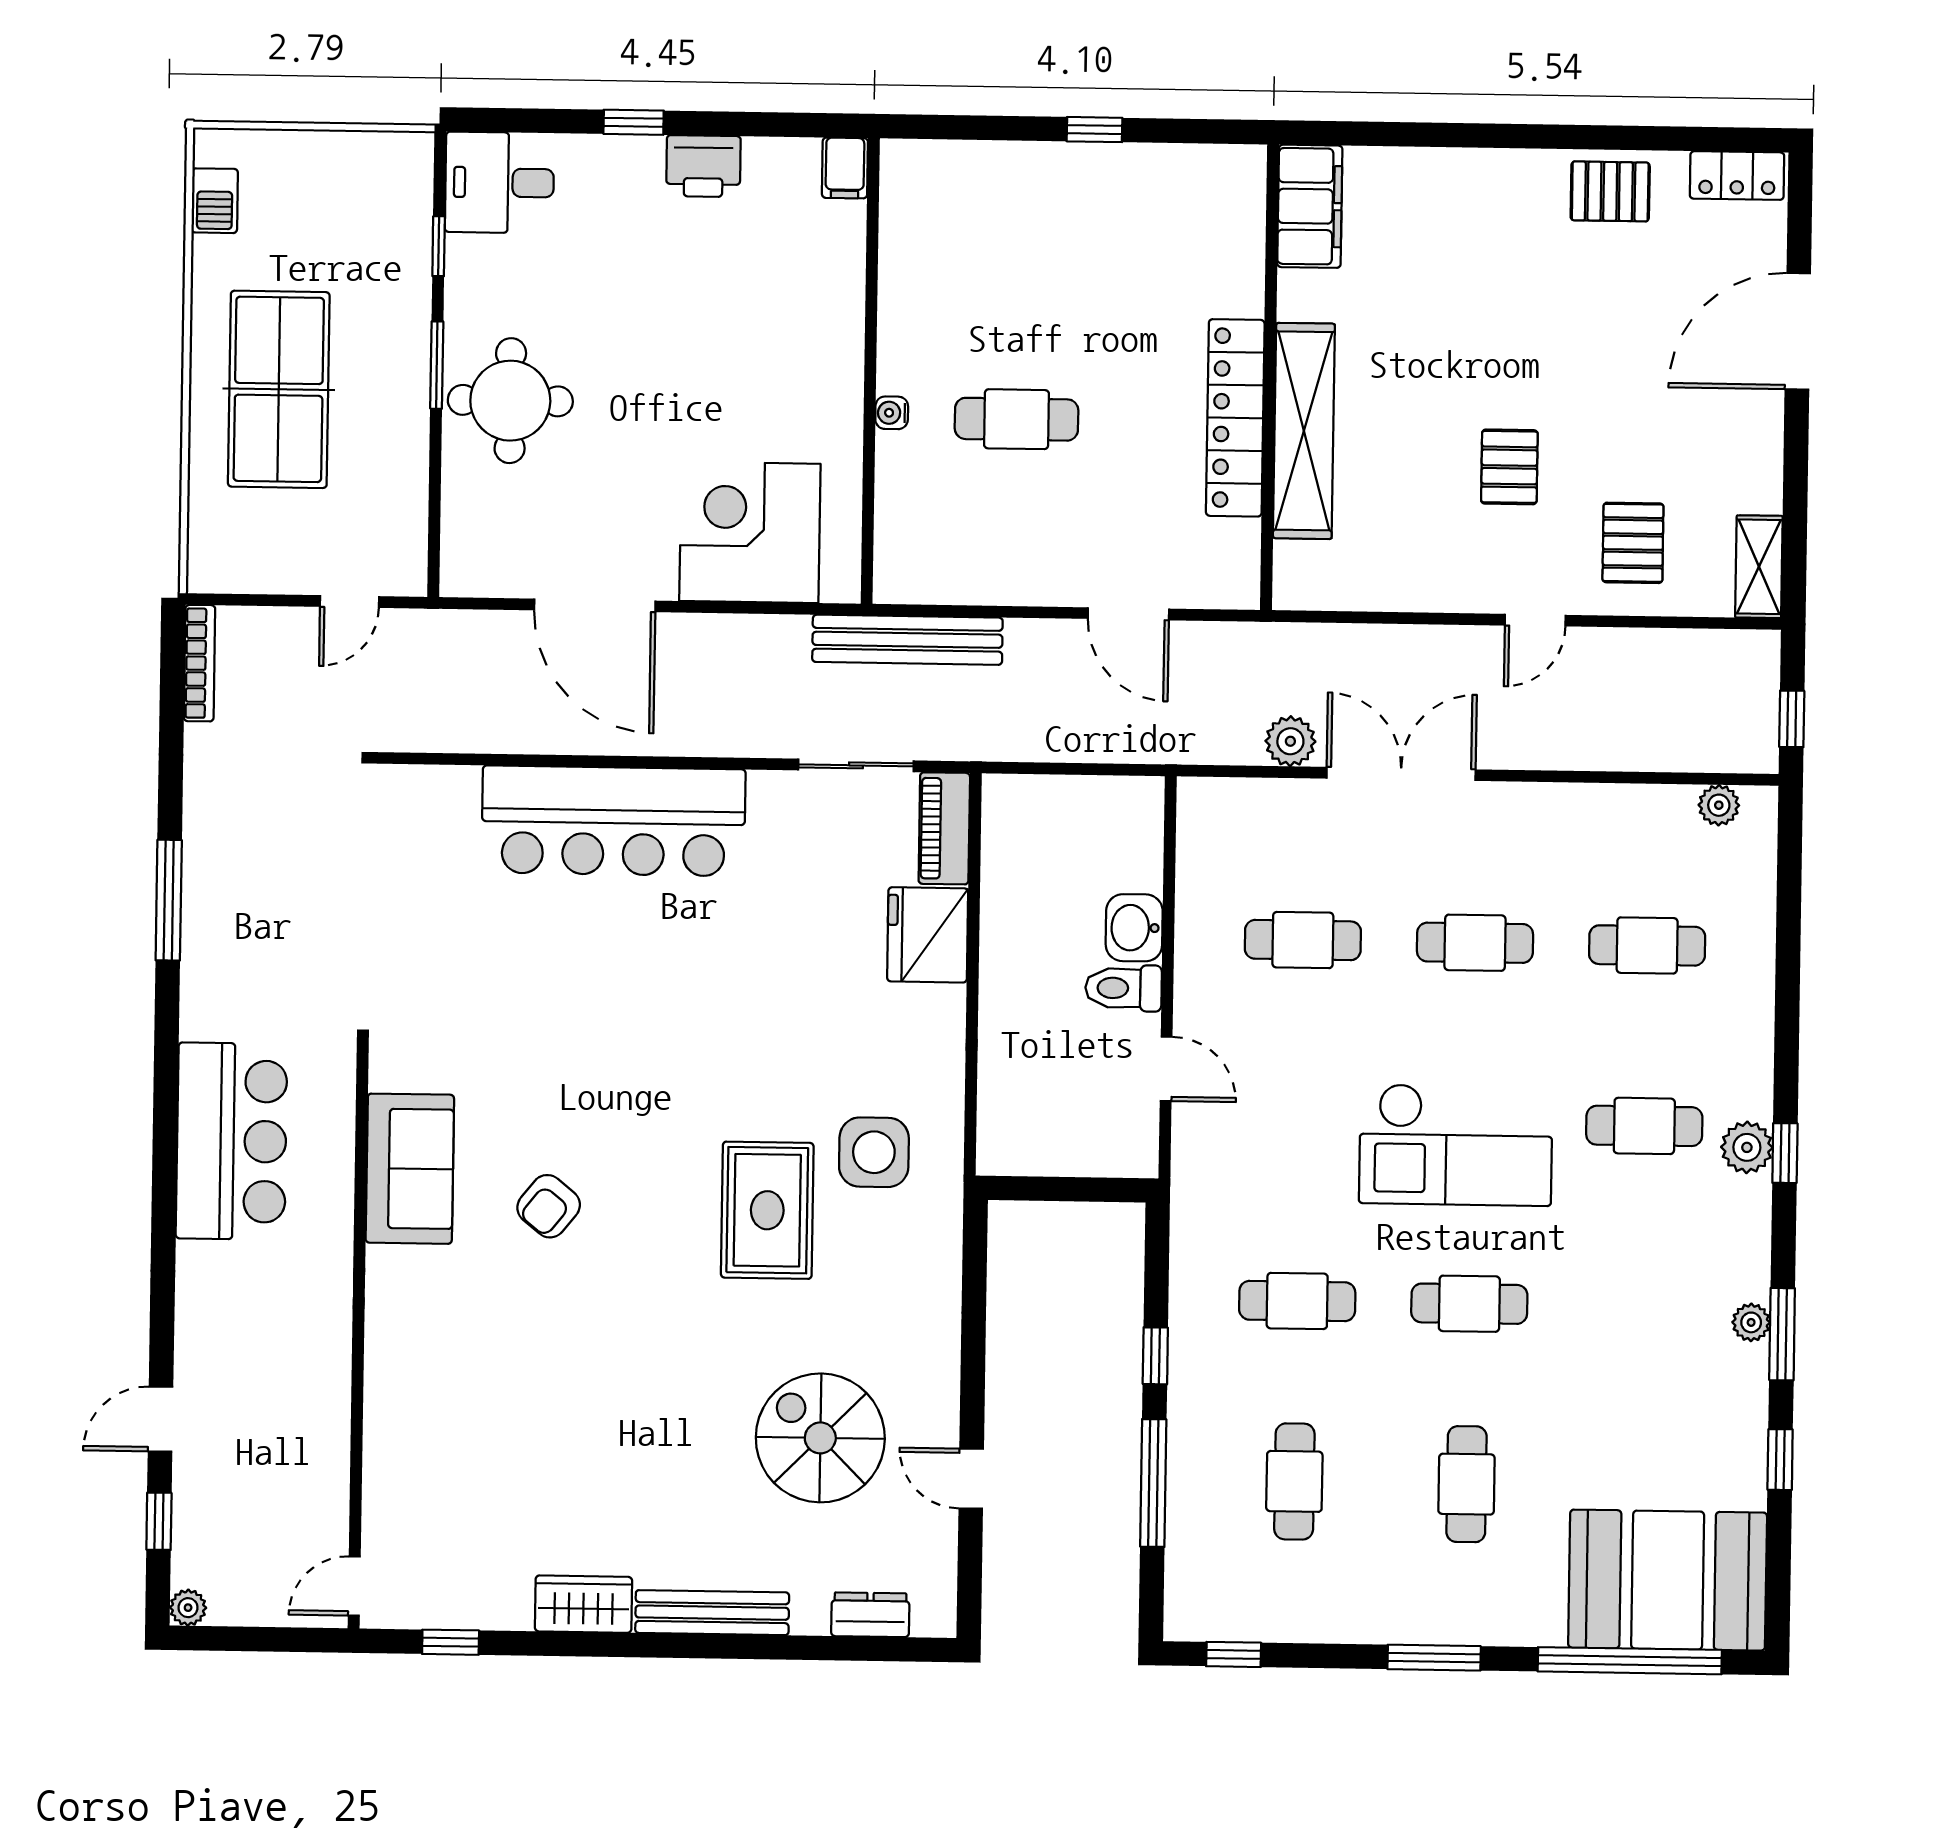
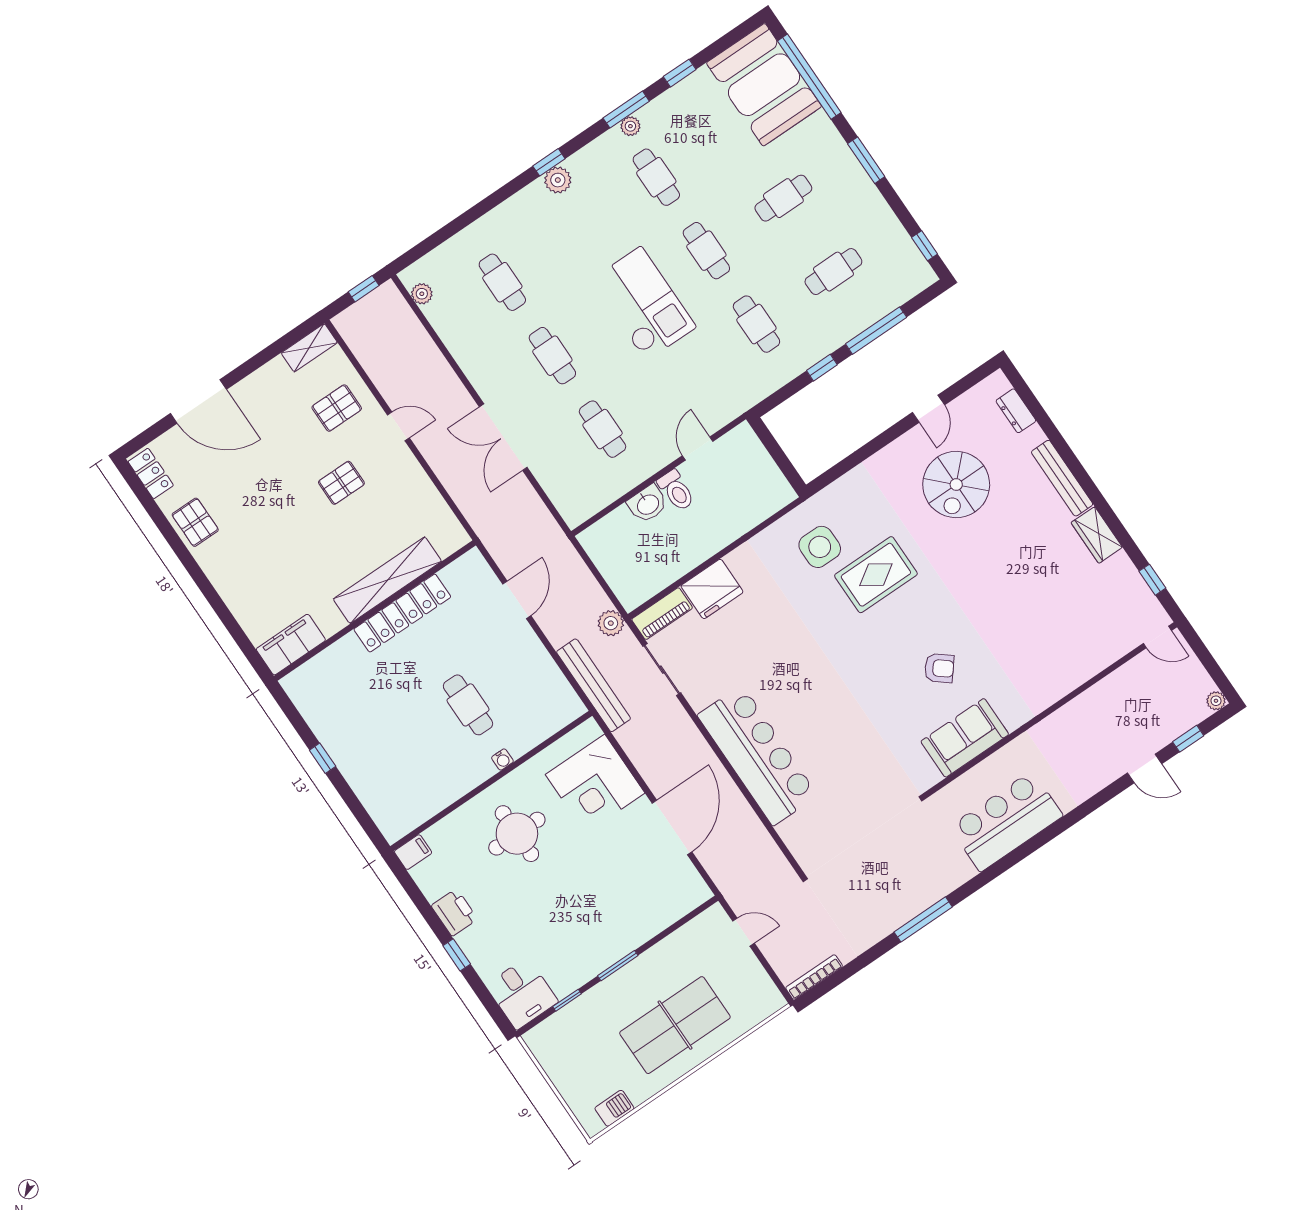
round table: (510, 401) -> (517, 834), moved
plant: (1290, 741) -> (611, 623), moved
cafe table: (1644, 1126) -> (656, 177), moved

